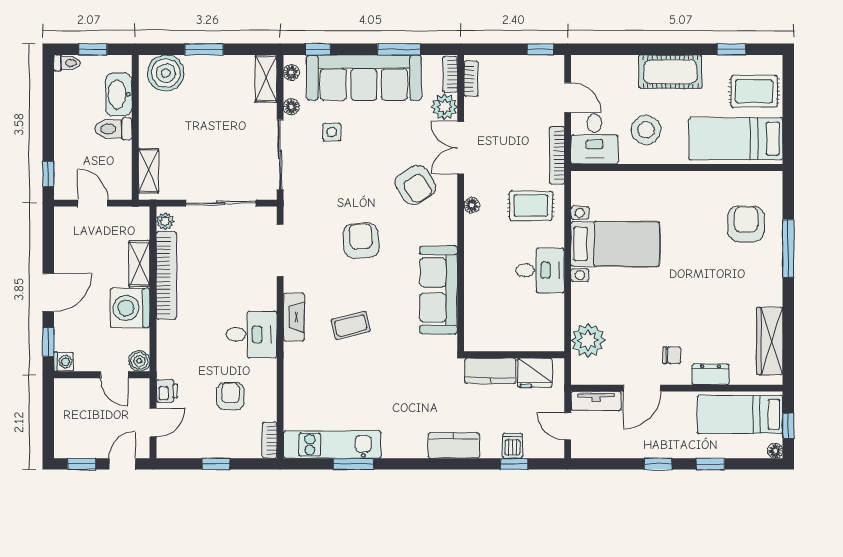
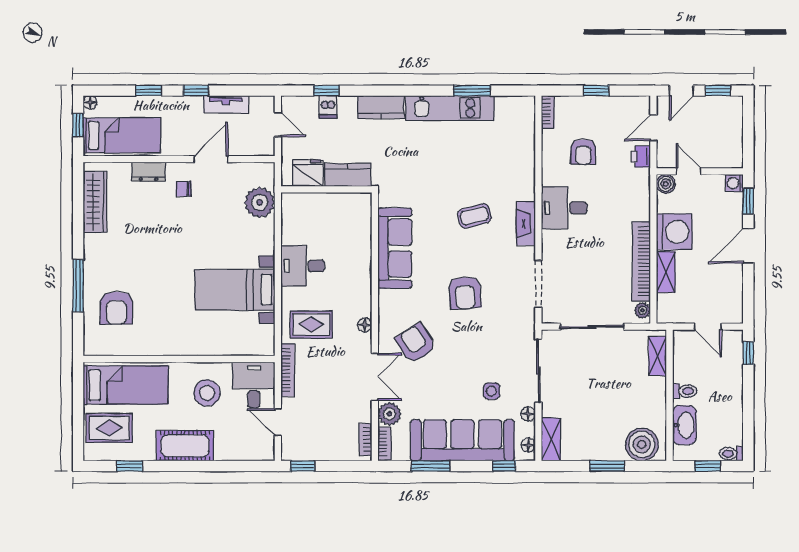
toilet: (113, 129) -> (685, 391), width x0.73, depth x0.72
tv unit: (596, 401) -> (226, 104), moved, turned 180
kitchen unit: (332, 445) -> (450, 108), moved

